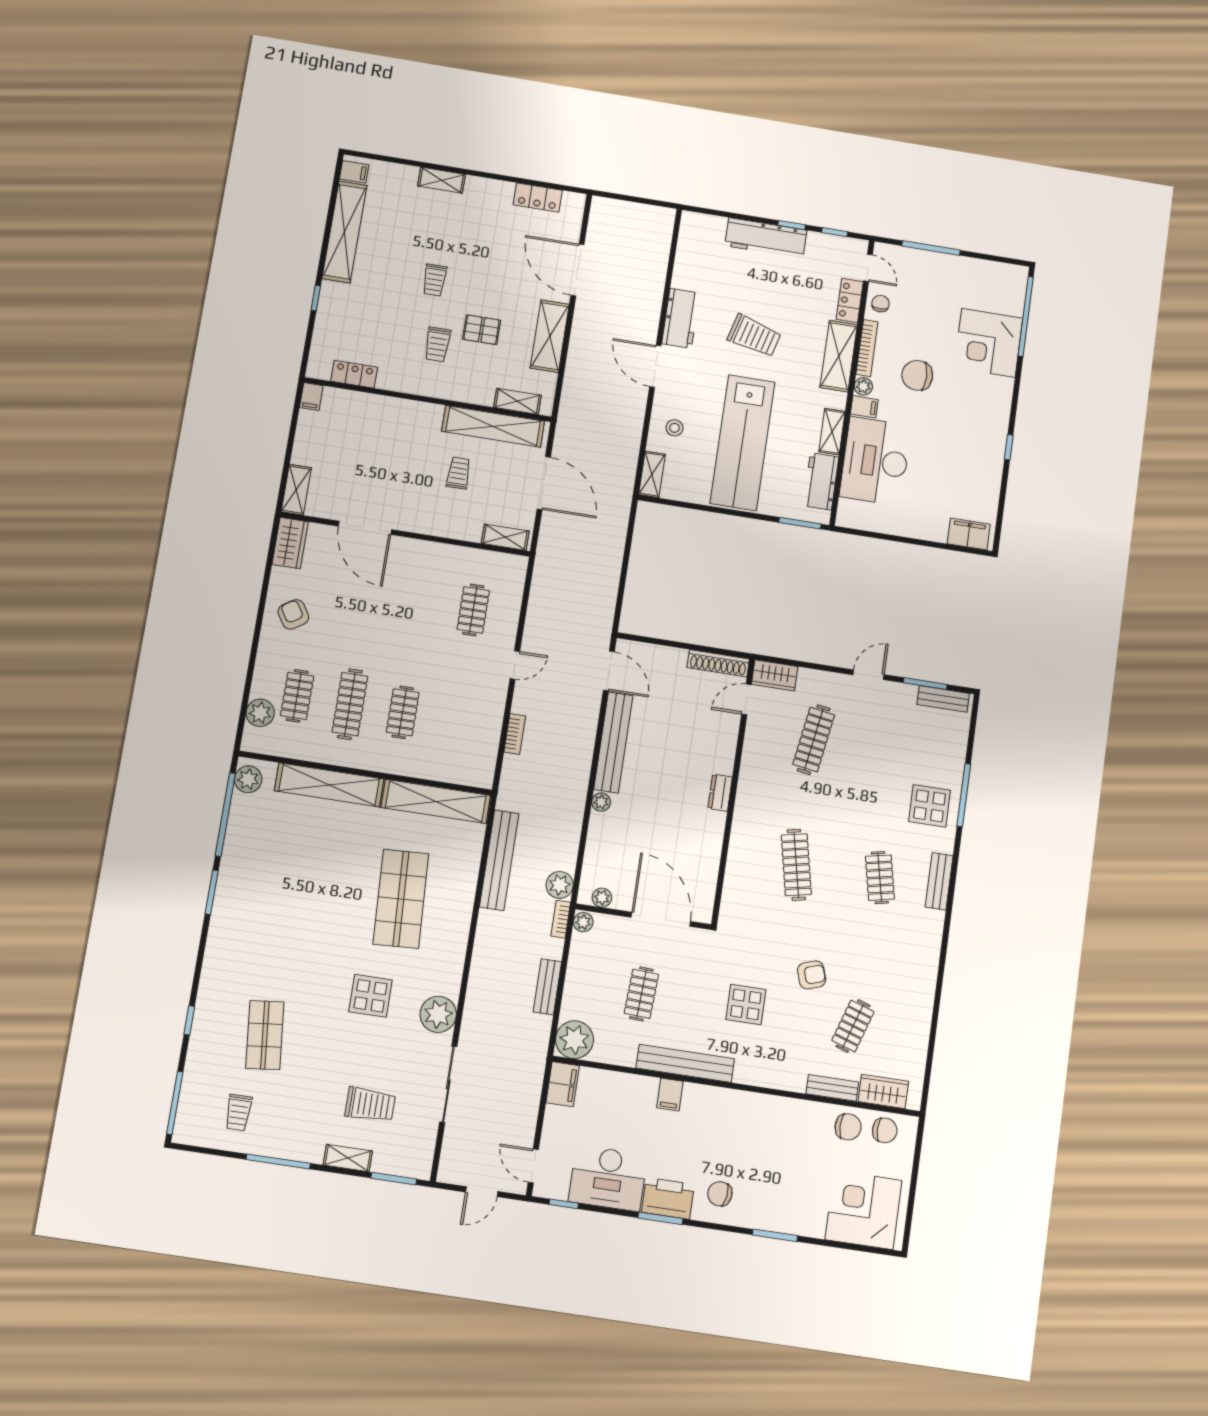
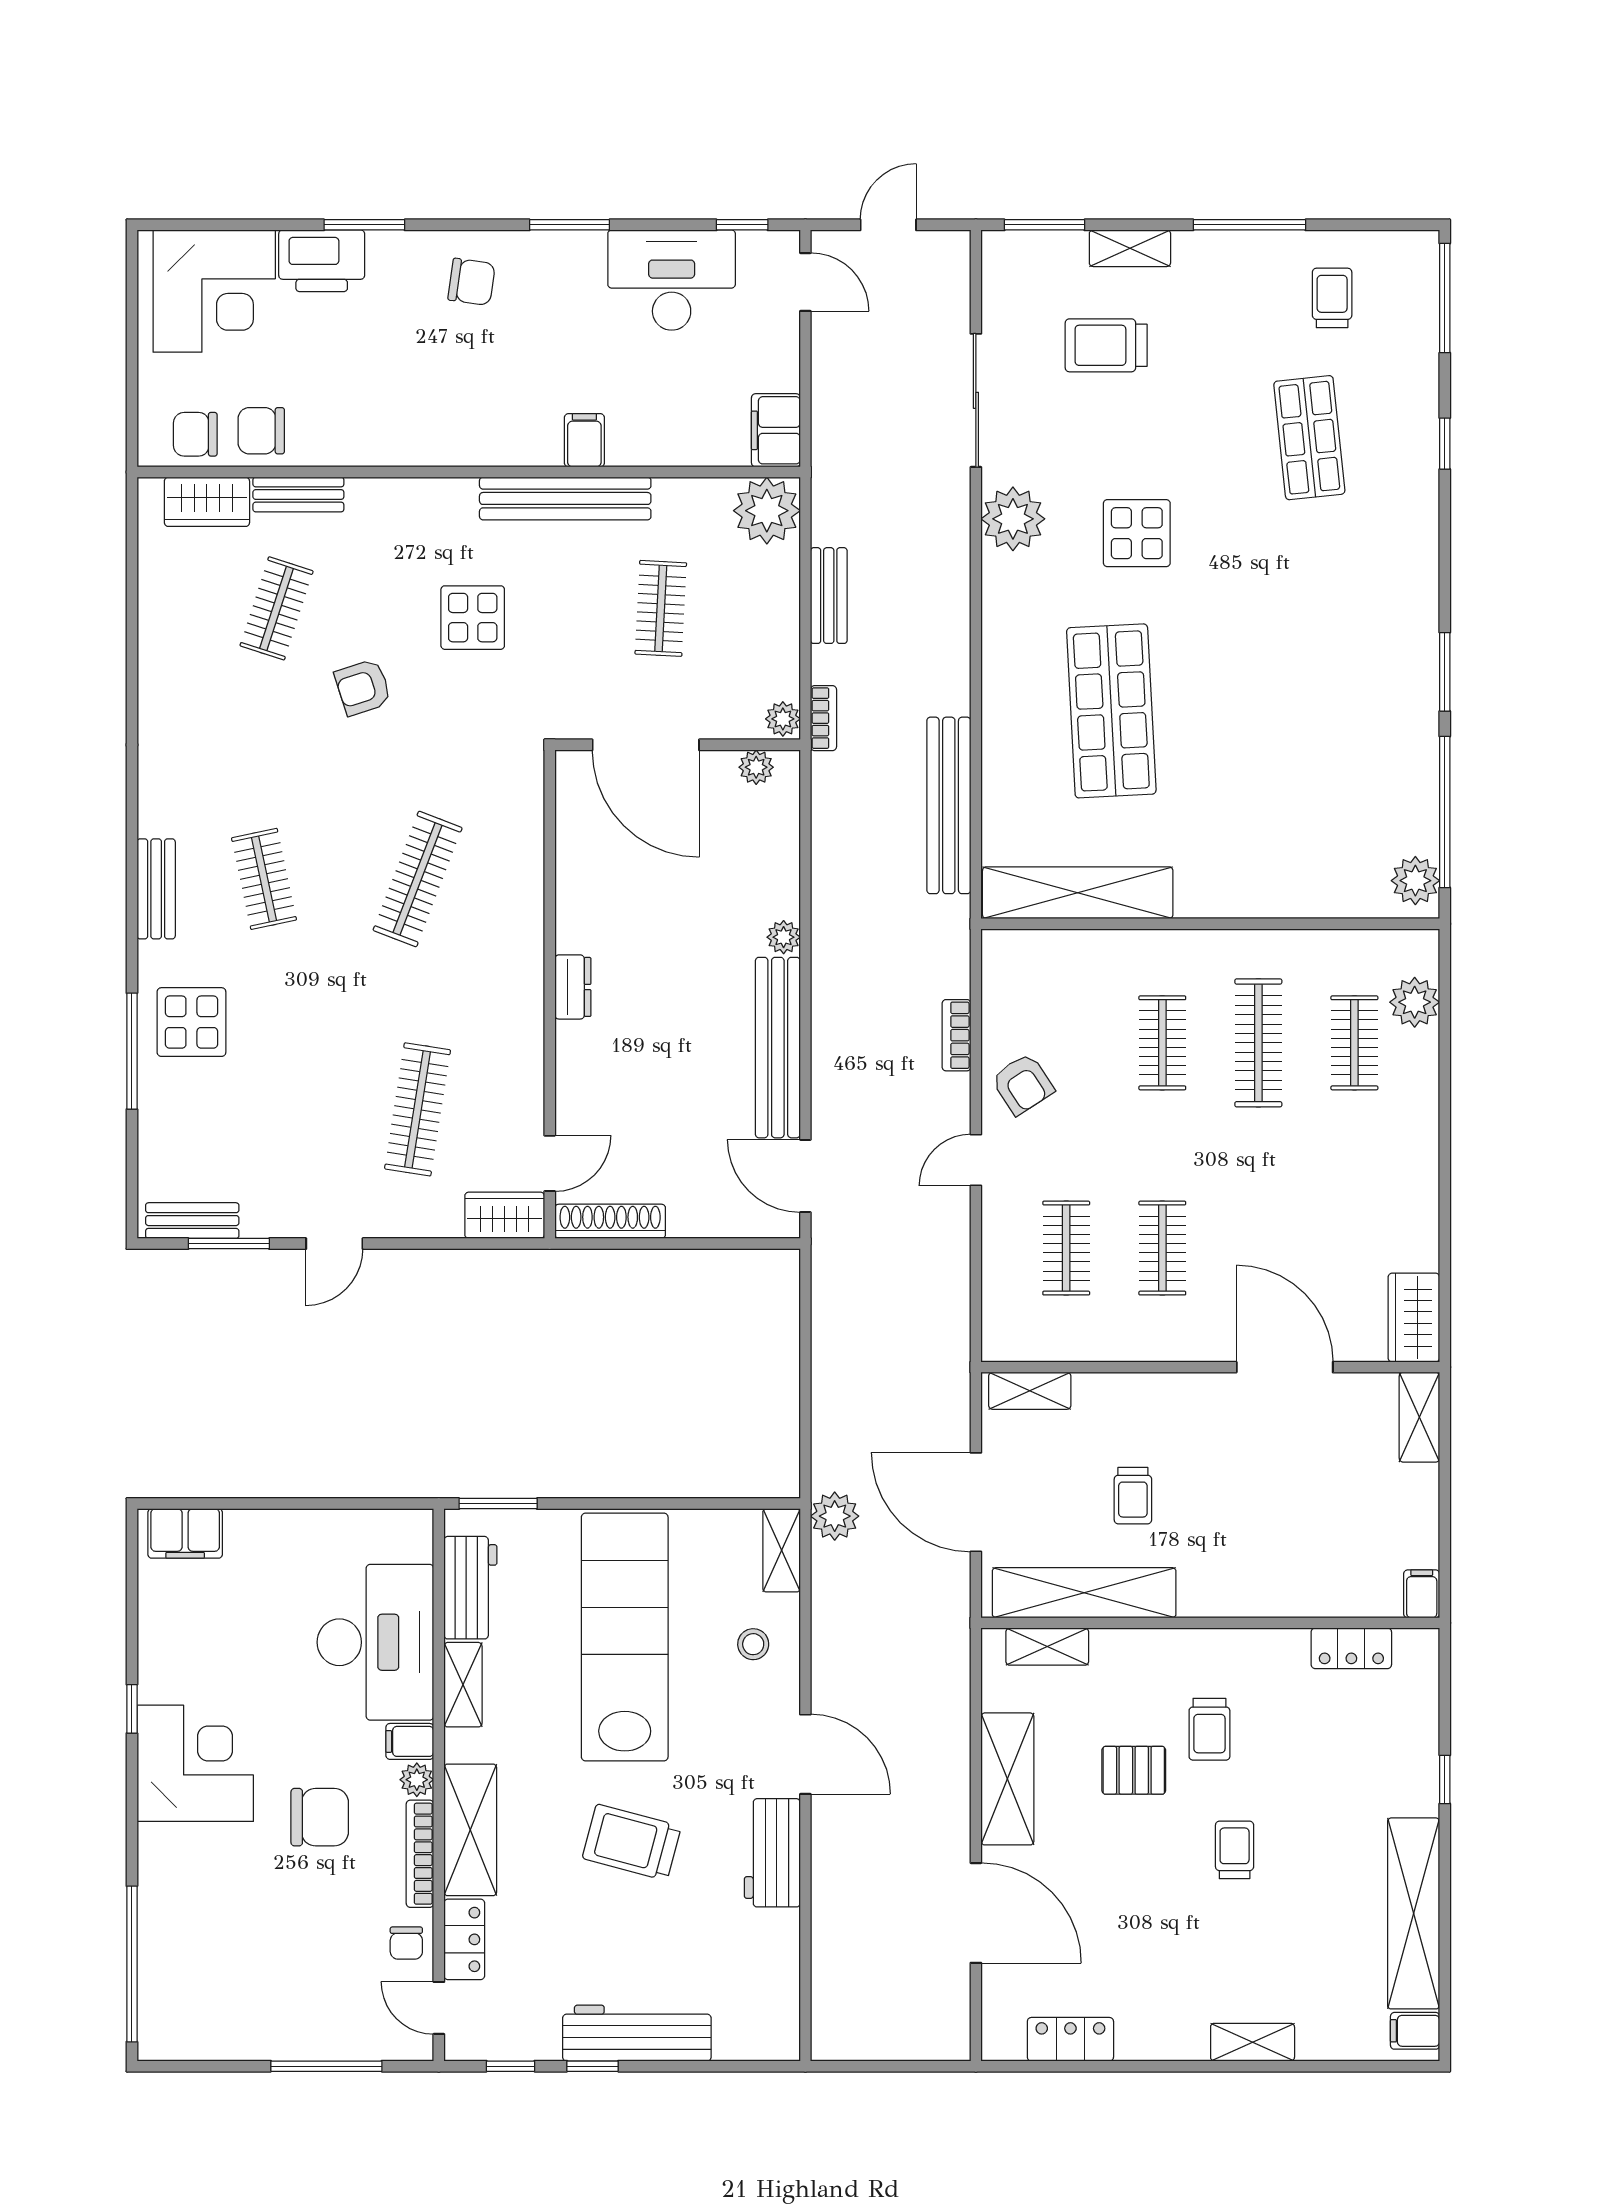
corner desk: (988, 343) -> (195, 1763), moved
trolley: (437, 344) -> (1209, 1729), turned 180
clothes rail: (421, 602) -> (1162, 1248), added
armchair: (293, 614) -> (1023, 1084), moved
shelving: (329, 785) -> (1271, 893), removed
clothes rail: (796, 865) -> (418, 879), turned 33
plant: (560, 885) -> (835, 1516), moved
printer: (668, 1198) -> (322, 261), moved

